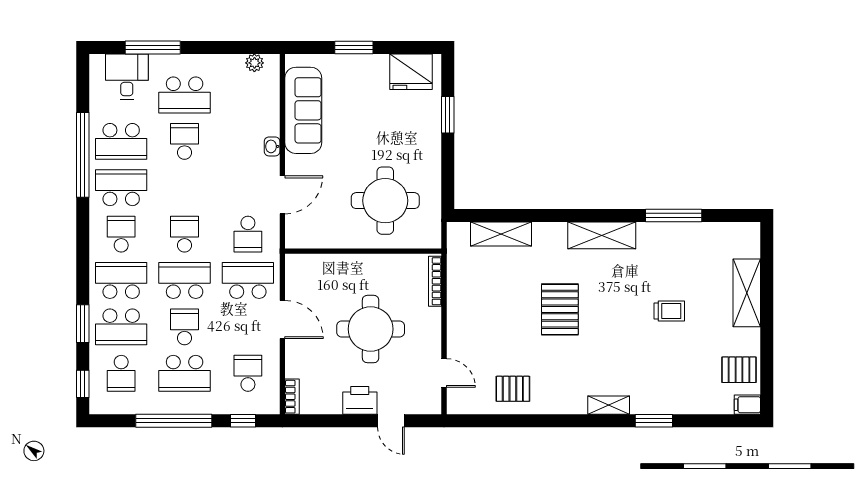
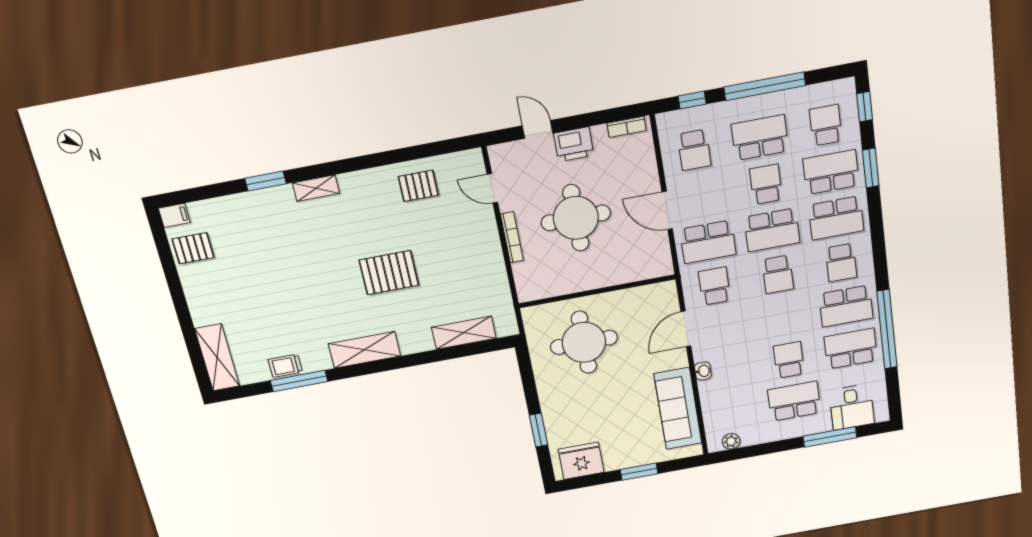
school desk: (185, 141) -> (789, 360), turned 180
bookcase: (435, 281) -> (512, 237), moved
shelving: (747, 293) -> (217, 357), moved
pallet: (560, 309) -> (389, 273), turned 90
trolley: (669, 311) -> (285, 366), moved
school desk: (185, 327) -> (766, 184), turned 180
bookcase: (292, 397) -> (627, 127), moved, turned -90

